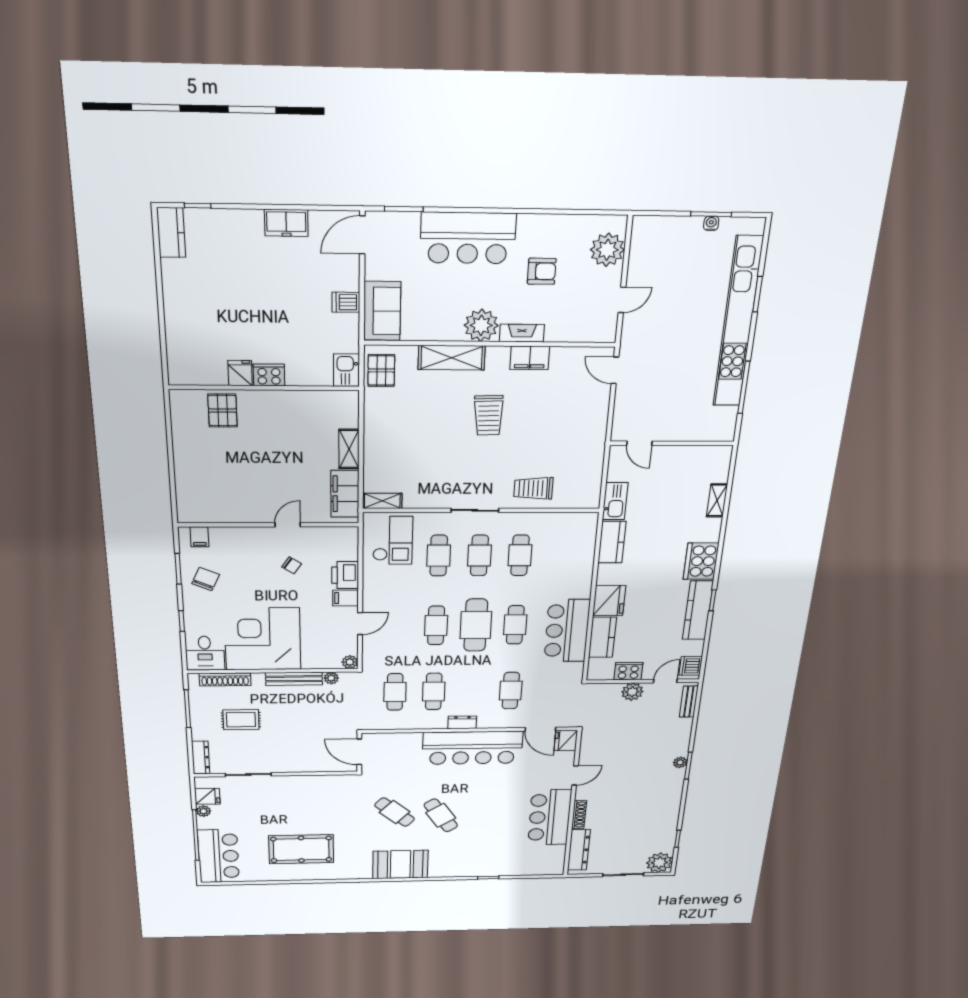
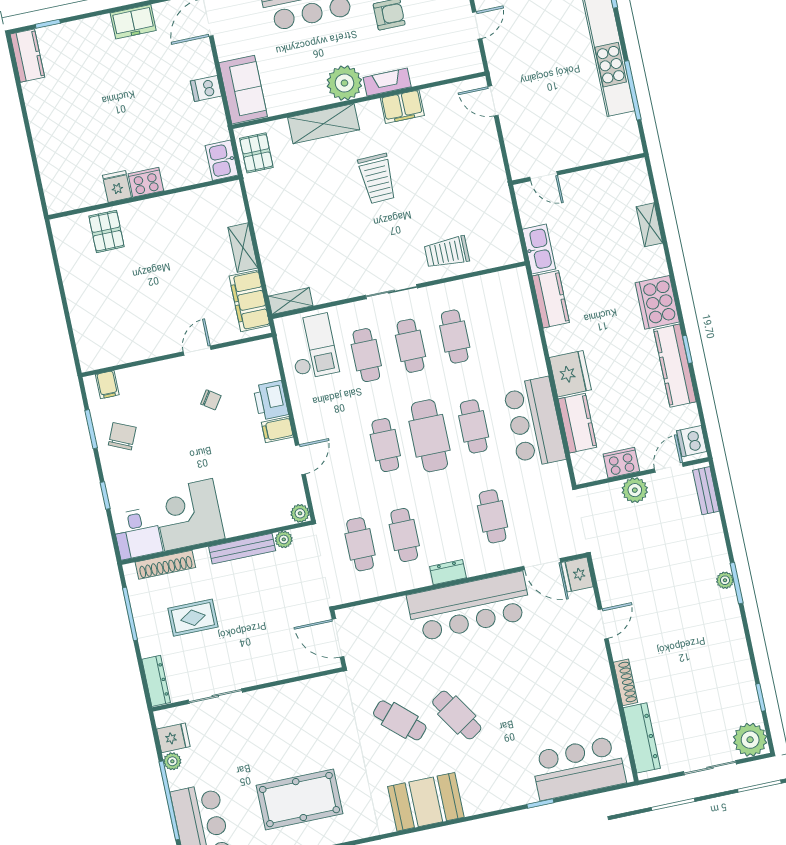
corner desk: (263, 639) -> (189, 515), width x0.74, depth x0.74
bar counter: (550, 817) -> (578, 768), moved, turned 90

